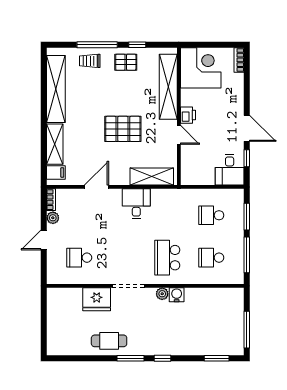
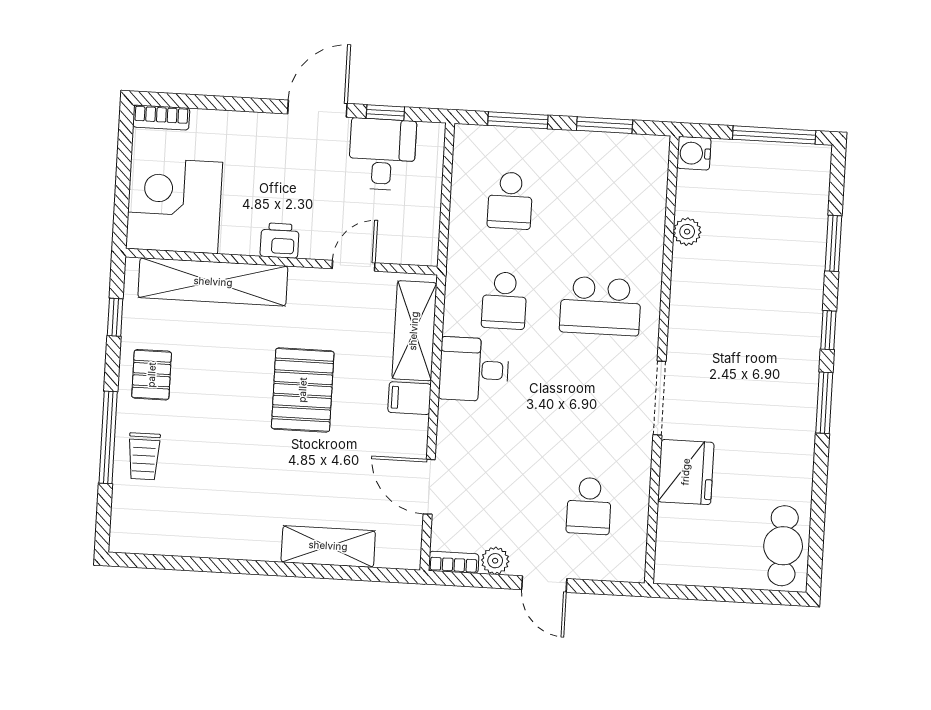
window: (137, 45) -> (115, 317), moved
shelving: (56, 89) -> (203, 537), removed
door: (179, 135) -> (354, 266), moved
desk: (230, 170) -> (382, 154), moved, turned -90
filing cabinet: (56, 173) -> (409, 398), moved, turned -90
door: (96, 187) -> (429, 487), moved
window: (247, 255) -> (605, 125), width x0.69
school desk: (211, 258) -> (504, 300), moved
plant: (162, 294) -> (687, 232), moved
water cooler: (177, 295) -> (694, 153), moved
cafe table: (109, 341) -> (783, 546), moved
window: (217, 358) -> (833, 243), moved

